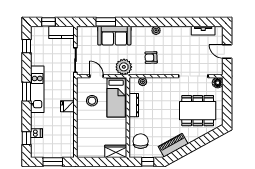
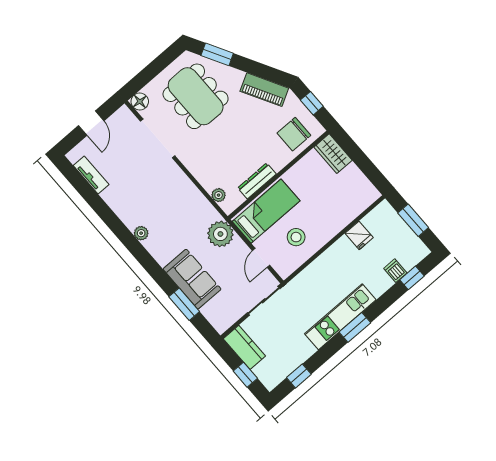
armchair: (151, 58) -> (180, 210), removed
fridge: (67, 106) -> (359, 235), moved
window: (208, 138) -> (217, 54), added

